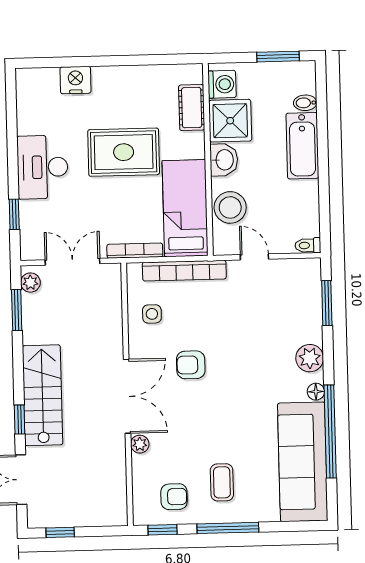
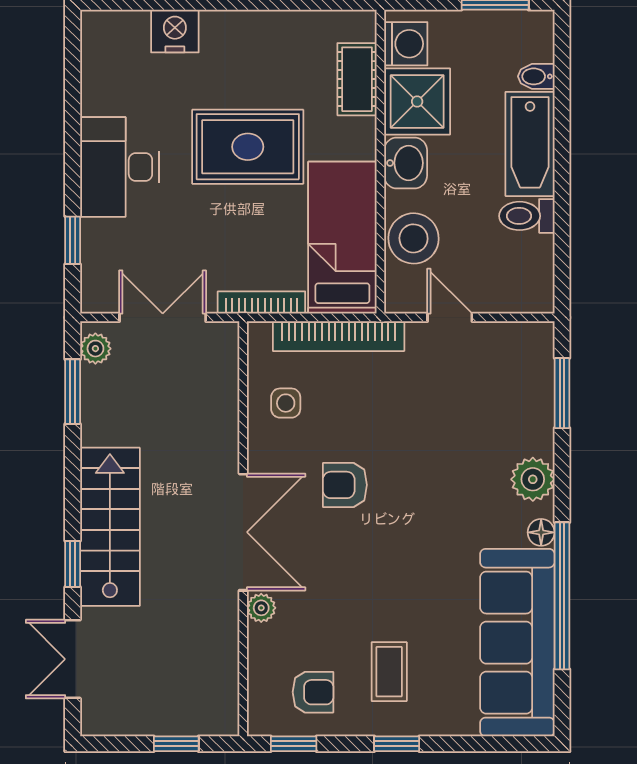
toilet: (308, 245) -> (527, 216), moved, width x1.37, depth x1.39
window: (228, 528) -> (397, 744), width x0.46
window: (60, 532) -> (176, 744), moved

